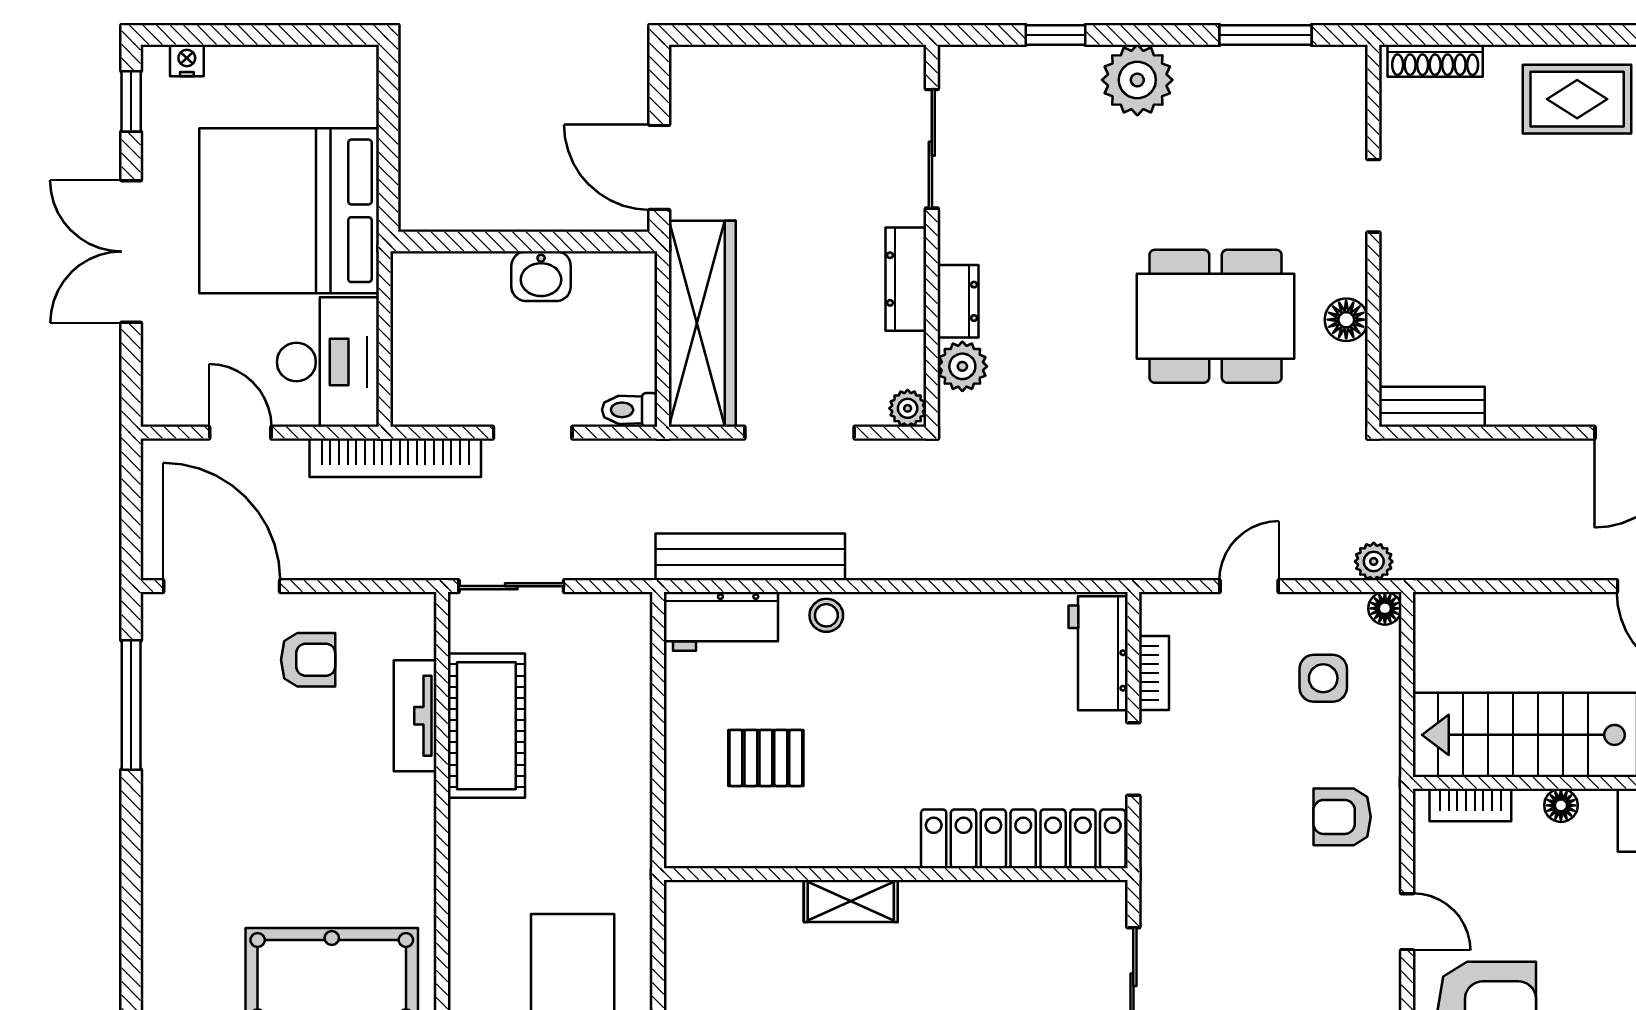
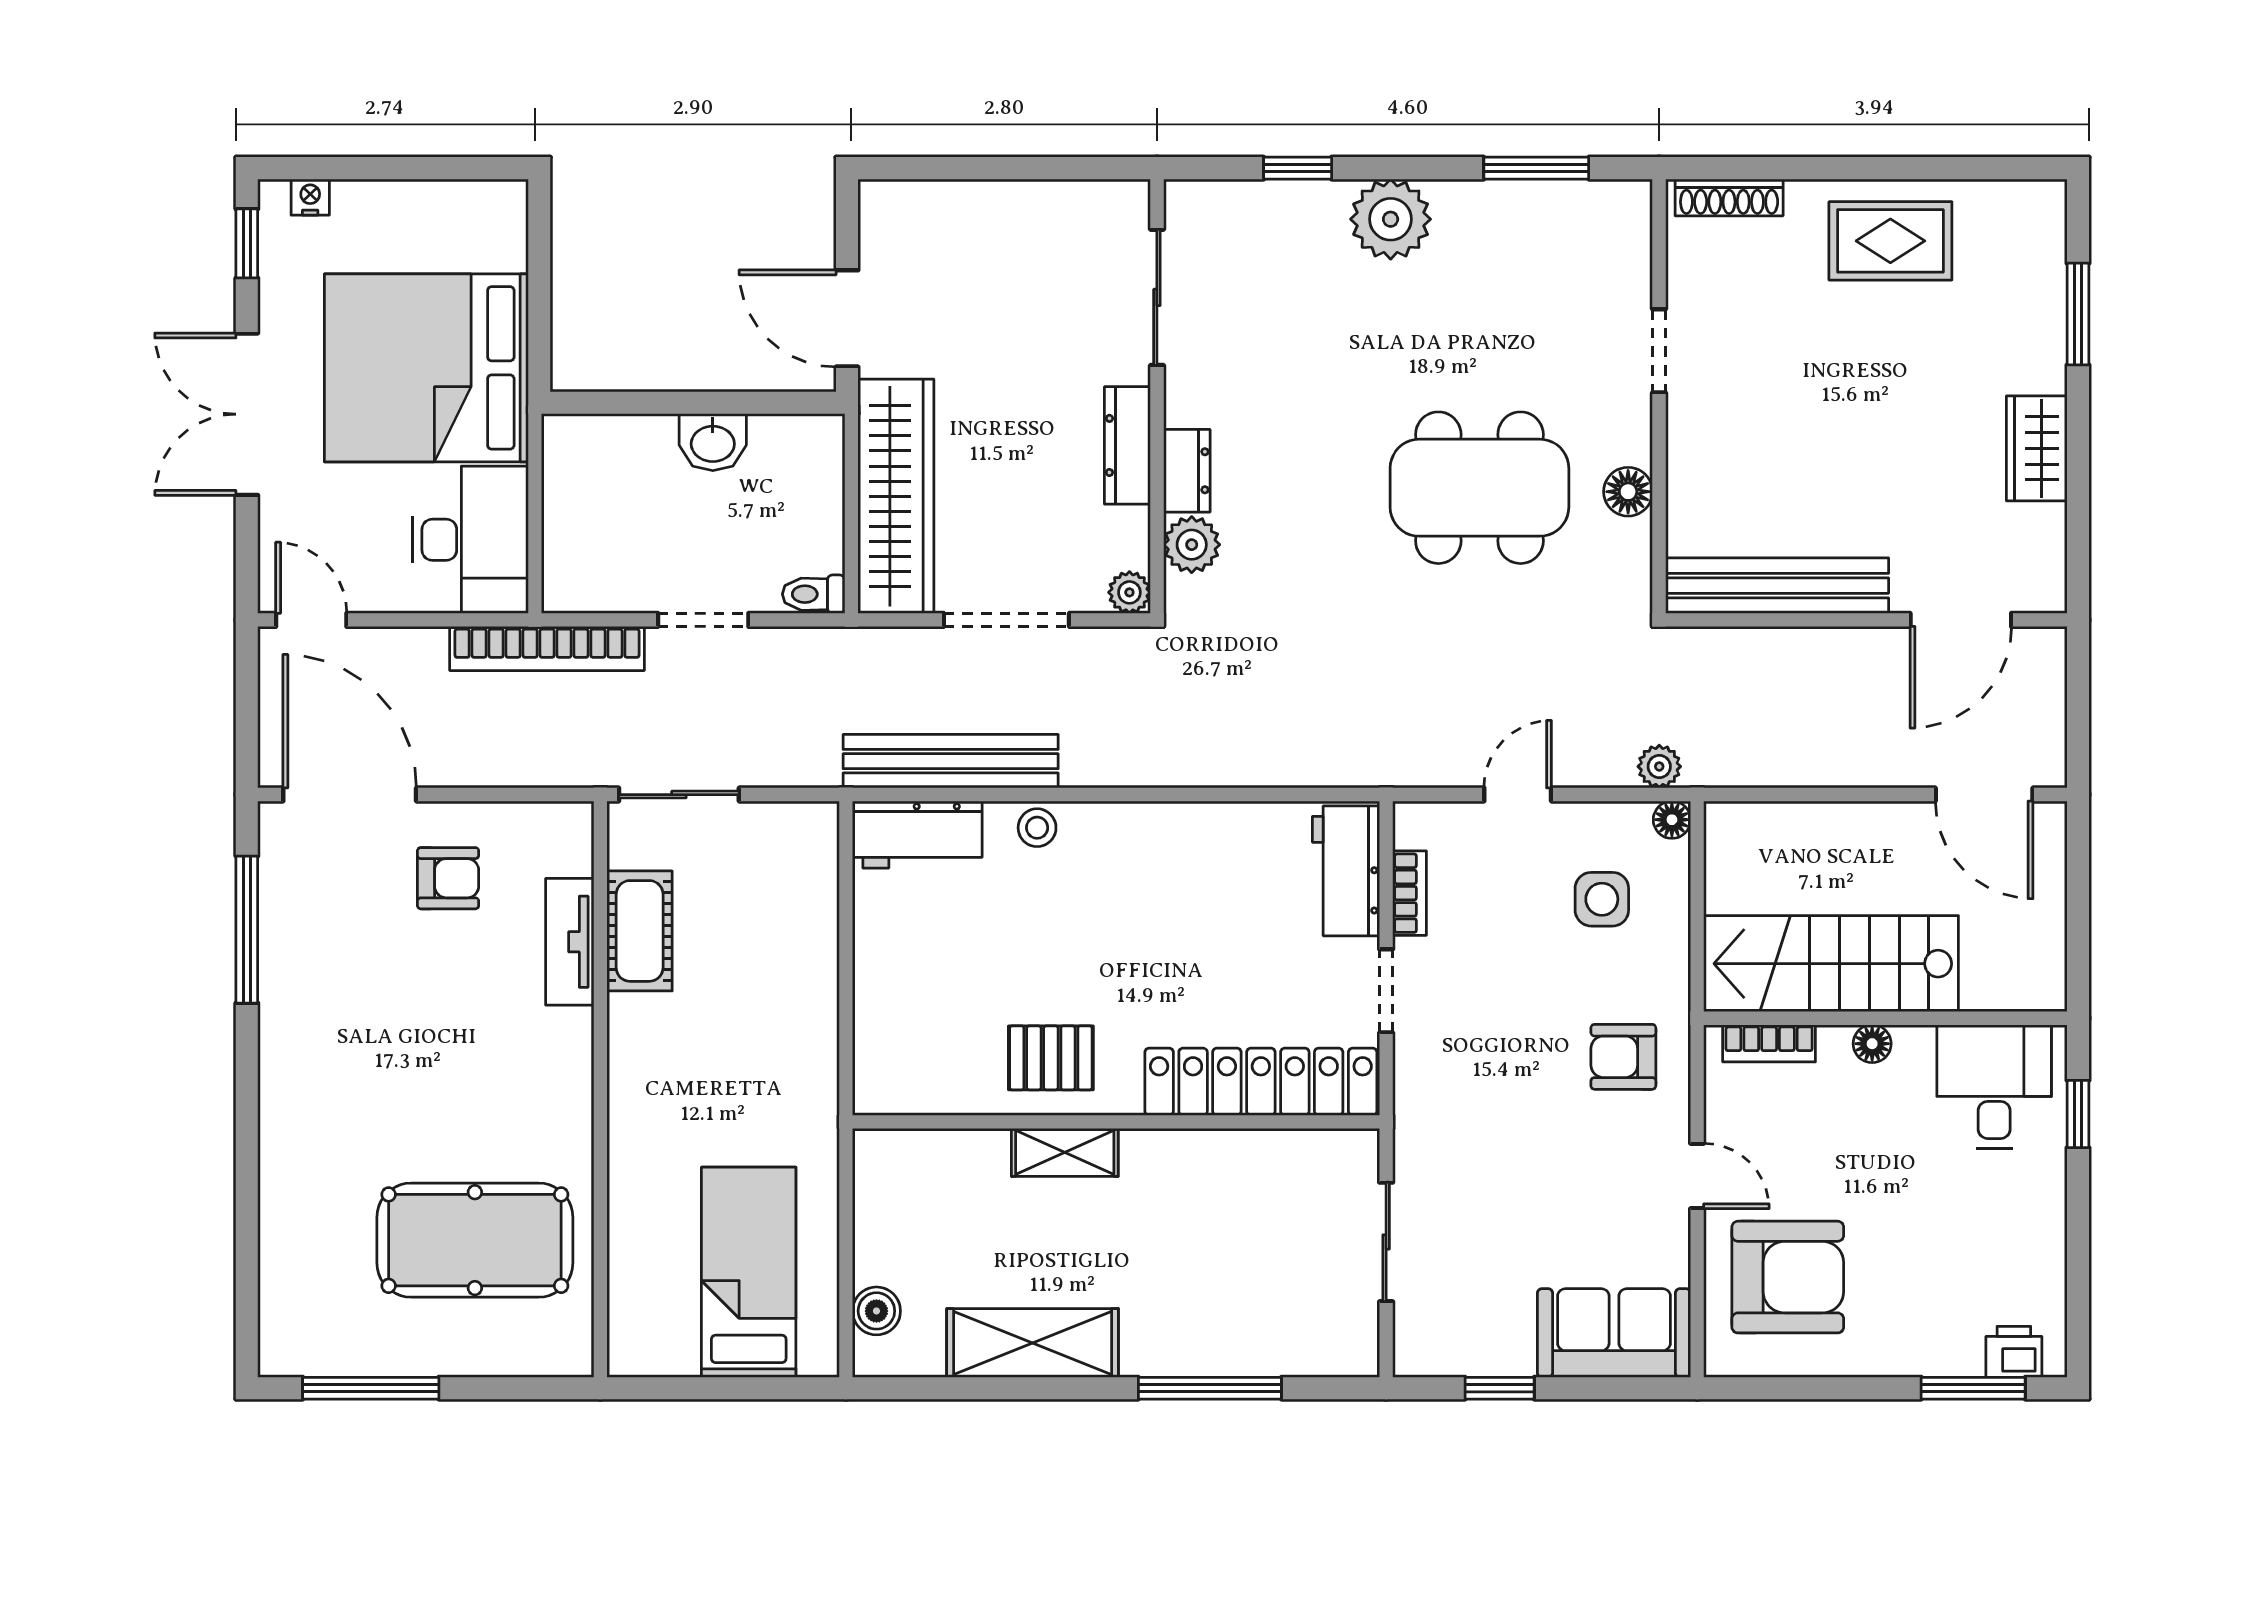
bench: (1432, 407) -> (1777, 586), width x1.86, depth x1.21
door: (240, 433) -> (311, 620), moved
cot: (486, 726) -> (640, 931), width x0.73, depth x0.75
pallet: (766, 758) -> (1051, 1058), moved

